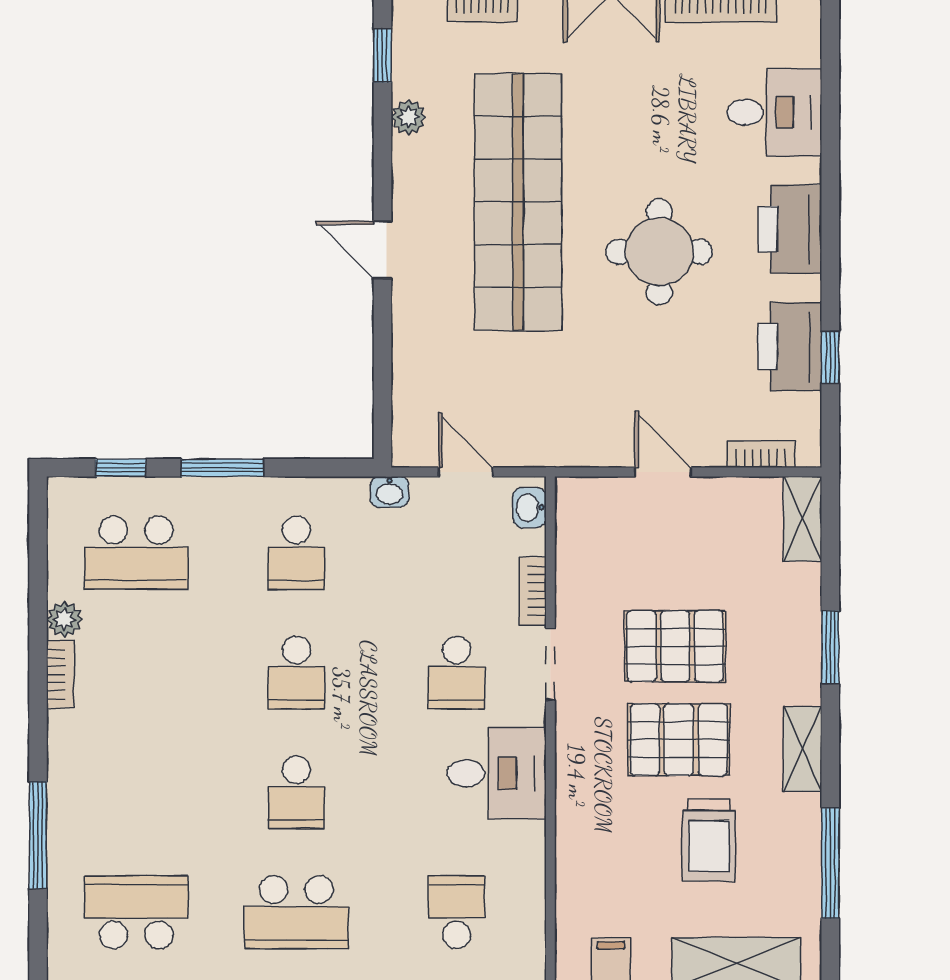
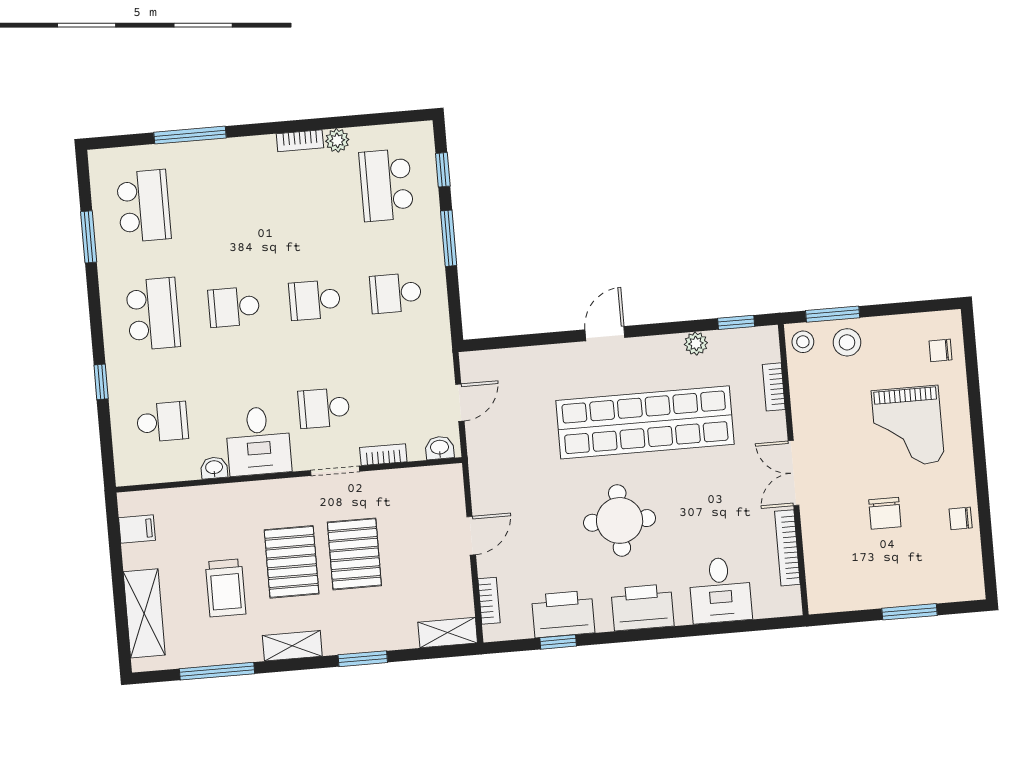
washbasin: (389, 492) -> (214, 468), moved, turned 90
trolley: (709, 840) -> (226, 588), turned -90
school desk: (296, 912) -> (153, 314), turned 180

